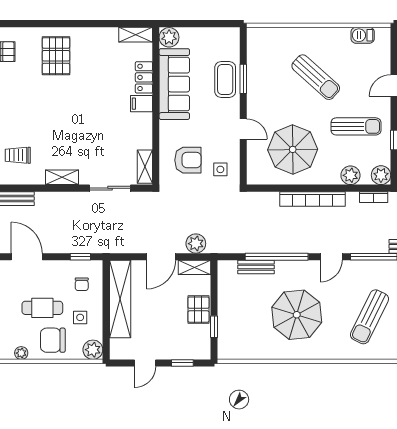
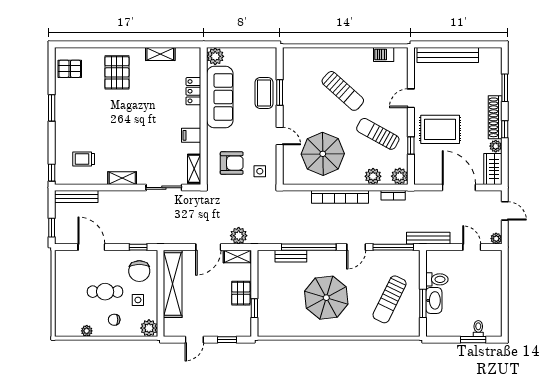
shelving: (136, 35) -> (160, 54), moved
filing cabinet: (141, 104) -> (191, 135), moved
sun lounger: (356, 126) -> (378, 134), turned -151
chair: (82, 284) -> (139, 271), width x1.87, depth x1.87
chair: (53, 340) -> (114, 320), width x0.54, depth x0.54

